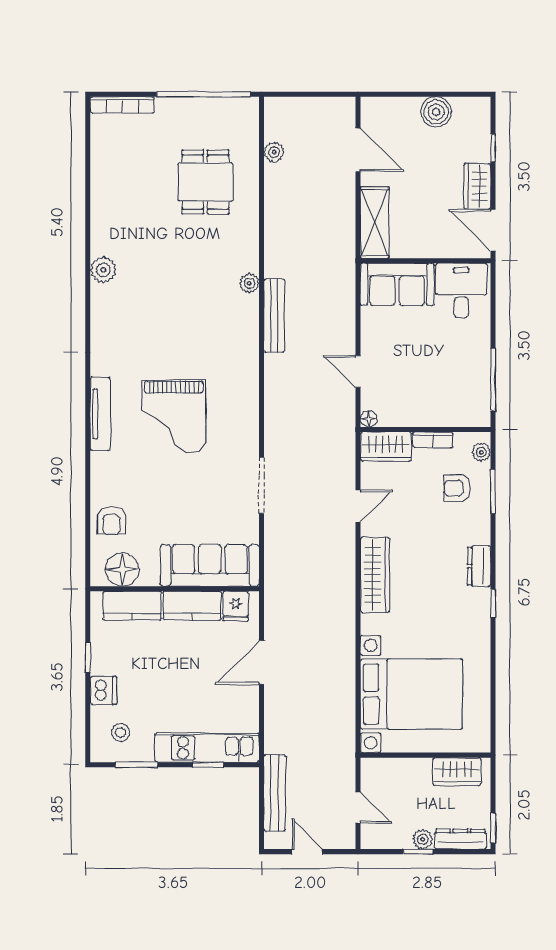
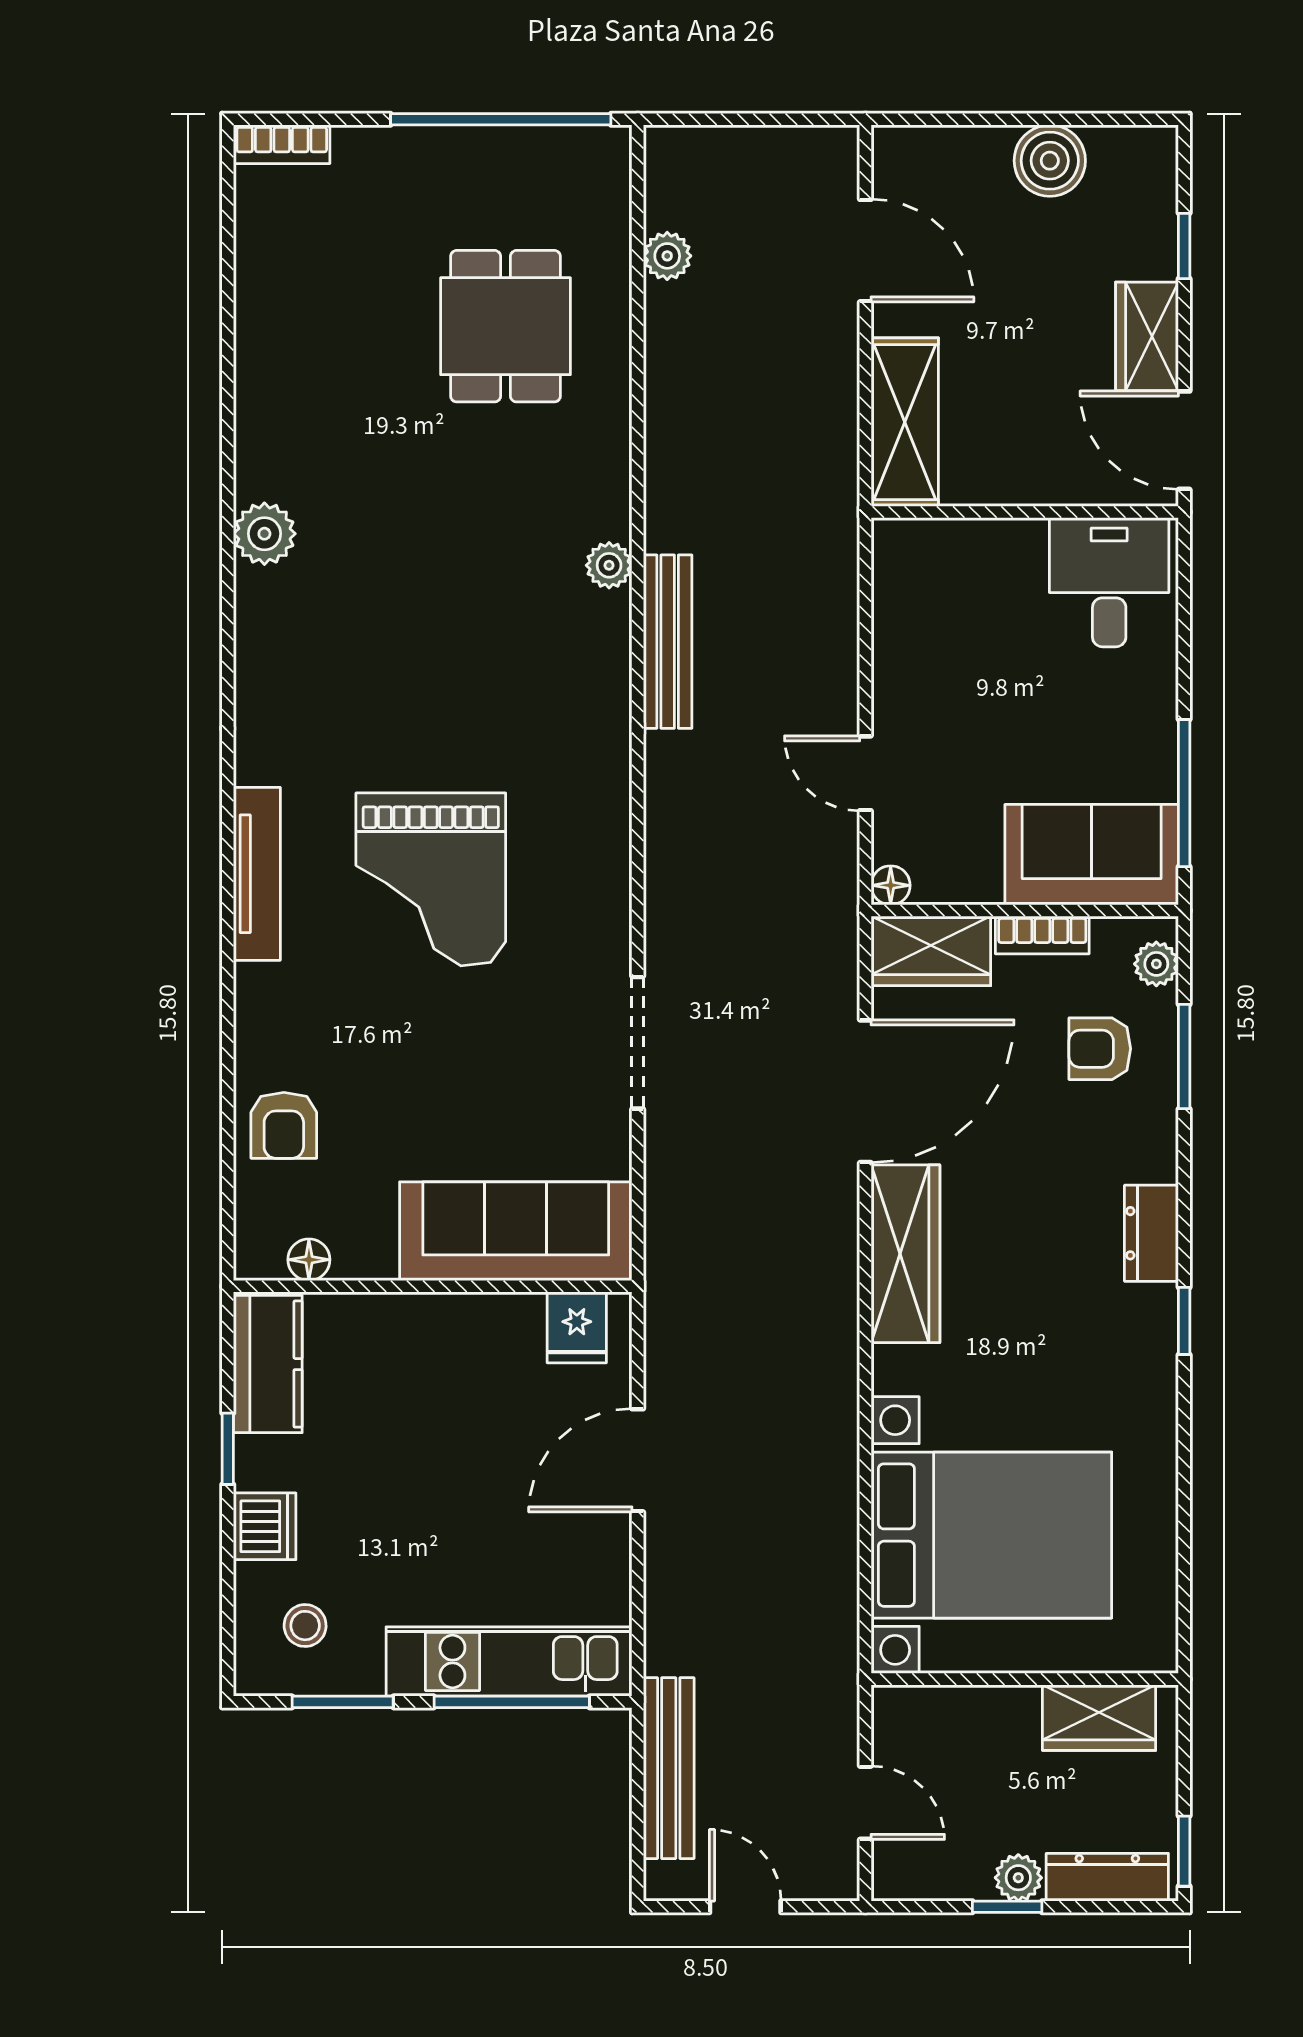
bookcase: (122, 105) -> (282, 144), width x0.64
sofa: (397, 284) -> (1092, 855), moved, turned 180
door: (358, 506) -> (865, 1091), width x1.87
floor lamp: (122, 570) -> (309, 1260), width x0.53, depth x0.53
kitchen counter: (132, 606) -> (268, 1364), moved, turned -90
kitchen counter: (192, 606) -> (474, 1326), removed
window: (208, 765) -> (512, 1702), width x2.17

